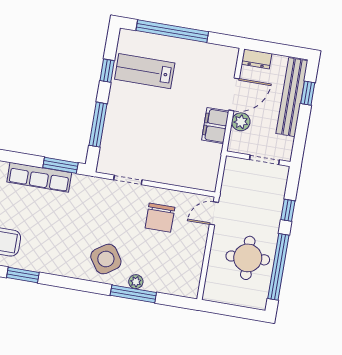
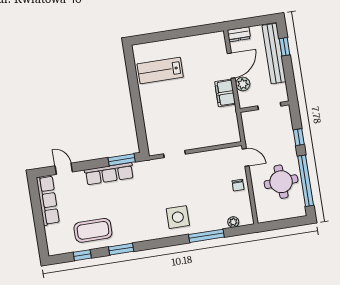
window: (172, 31) -> (171, 35), removed
window: (107, 71) -> (133, 79), removed
window: (98, 125) -> (139, 121), removed
door: (214, 213) -> (246, 157), swing flipped
chair: (160, 218) -> (238, 185), moved, width x0.54, depth x0.54
side table: (106, 259) -> (178, 217), turned 34
plant: (136, 282) -> (233, 222), moved

